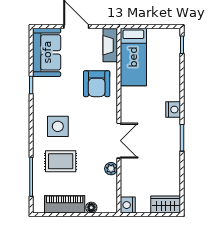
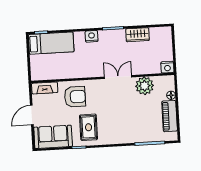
bed: (133, 57) -> (51, 43), moved
side table: (58, 126) -> (110, 125), removed
rug: (61, 161) -> (89, 127), moved
plant: (111, 169) -> (145, 86), width x1.88, depth x1.88
wardrobe: (166, 205) -> (138, 35), moved, turned -90

